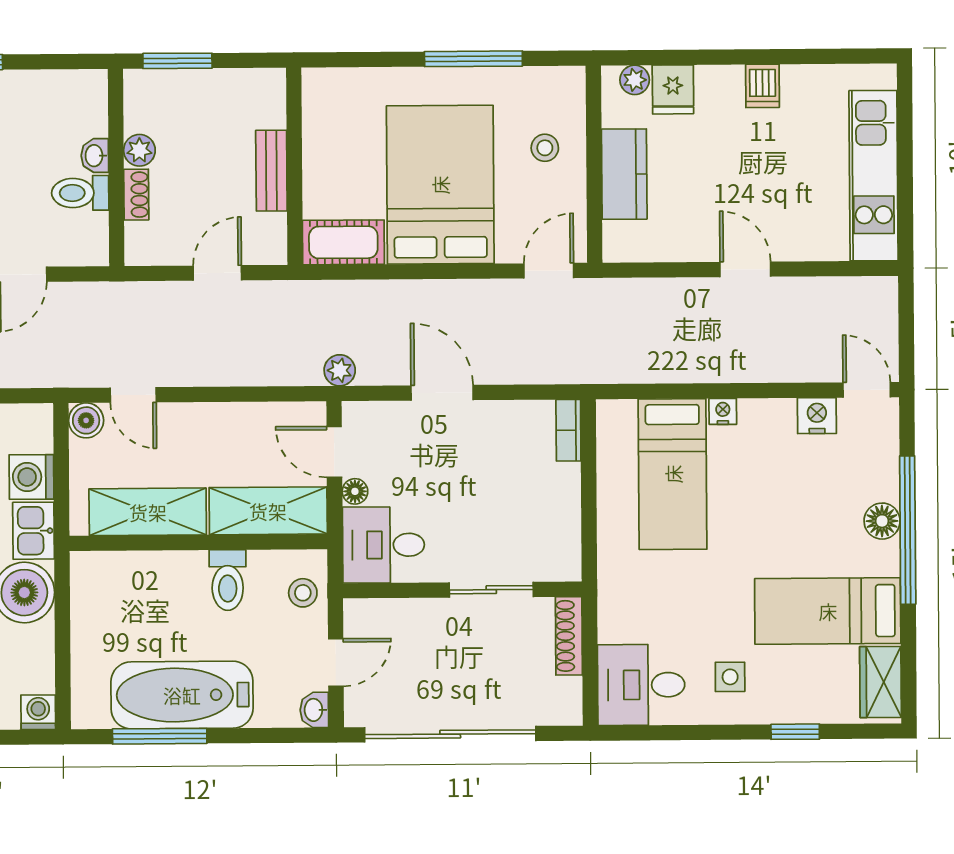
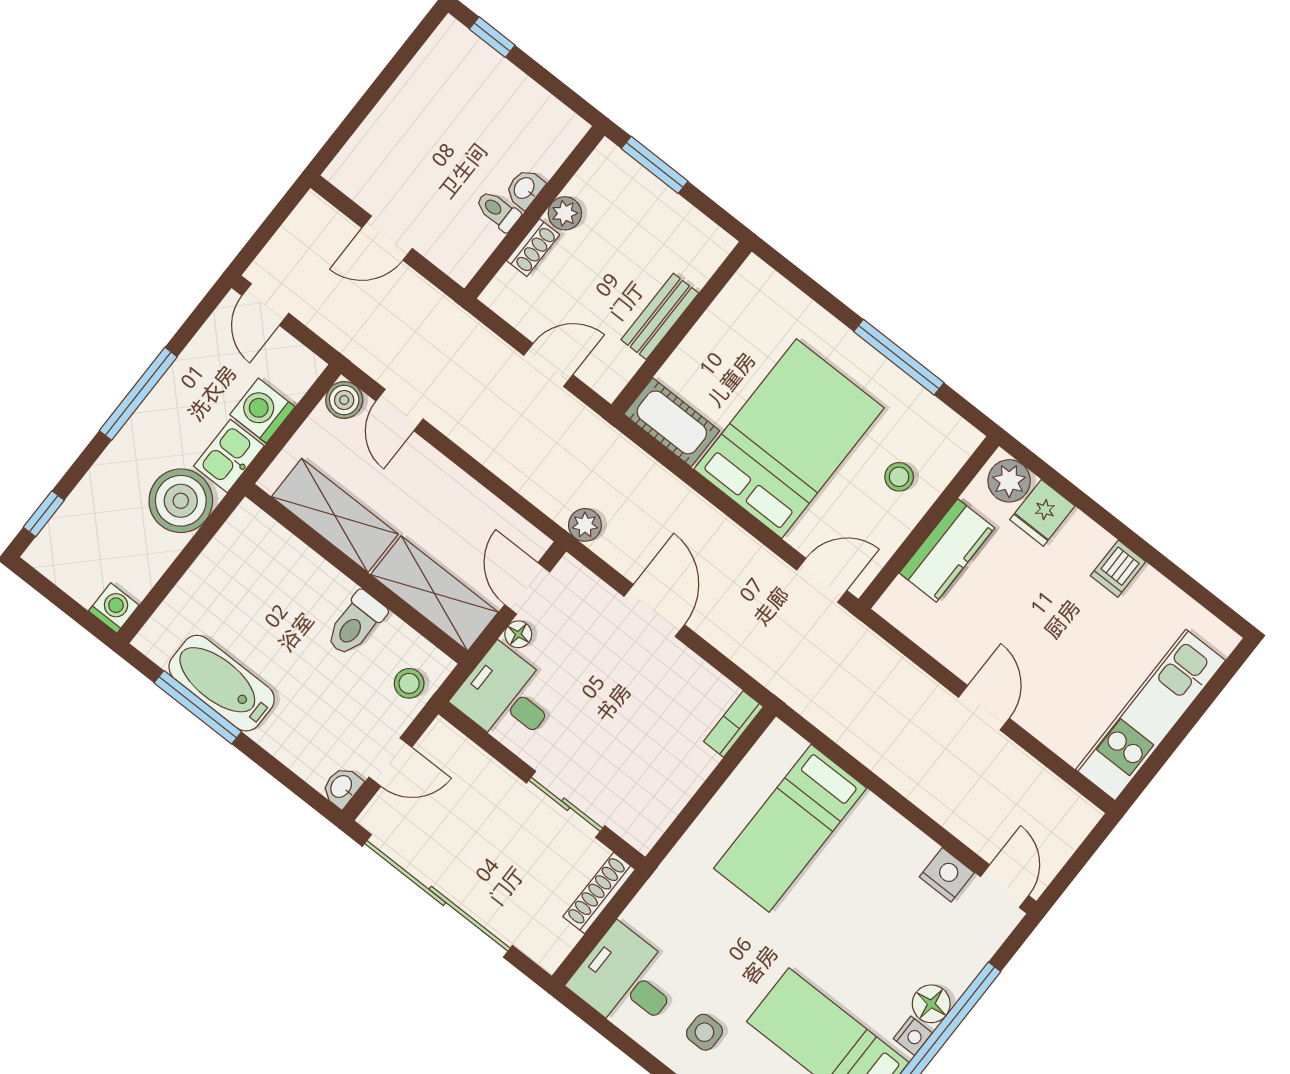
plant: (635, 80) -> (1009, 481), width x1.38, depth x1.38
toilet: (80, 193) -> (498, 211), width x0.73, depth x0.72
nightstand: (723, 411) -> (913, 1036), moved, turned 90
bathtub: (182, 695) -> (222, 683), width x0.73, depth x0.73

